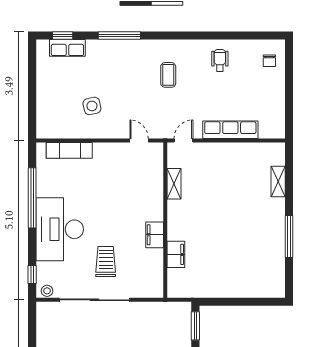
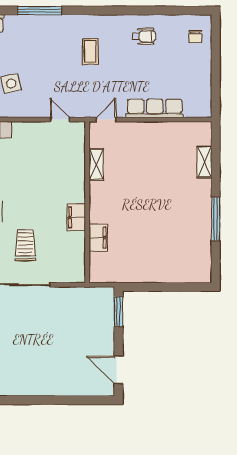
wheelchair: (220, 60) -> (144, 36), turned 90

